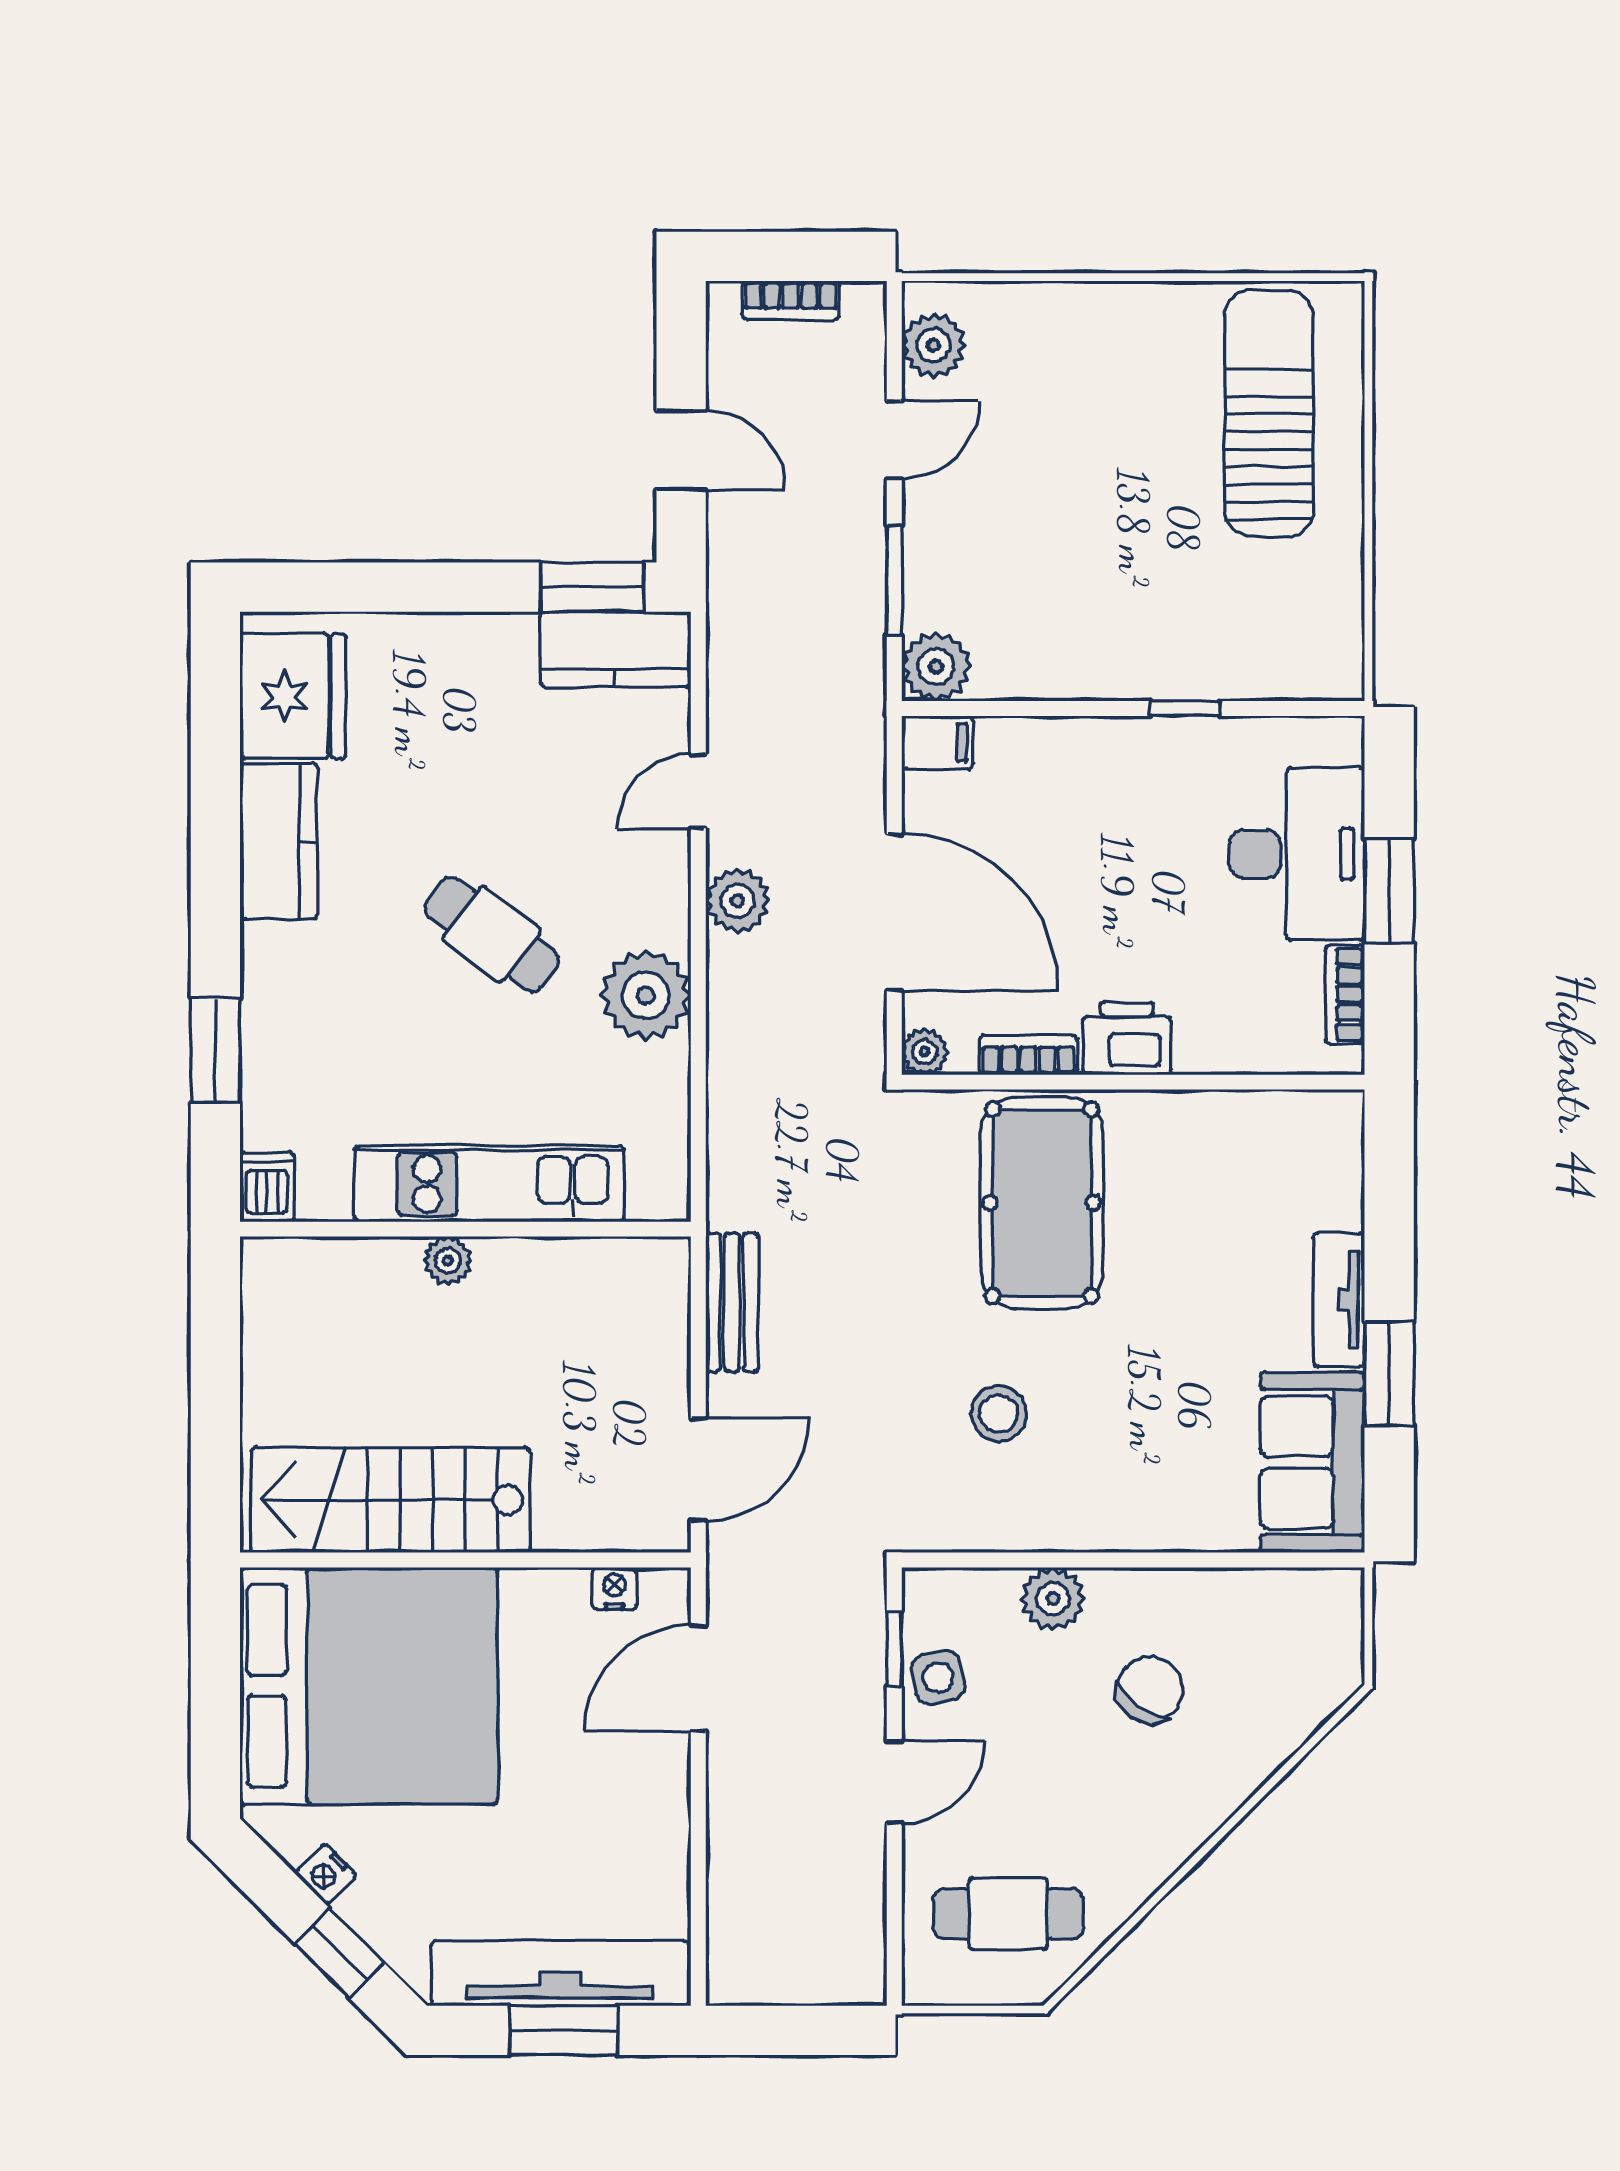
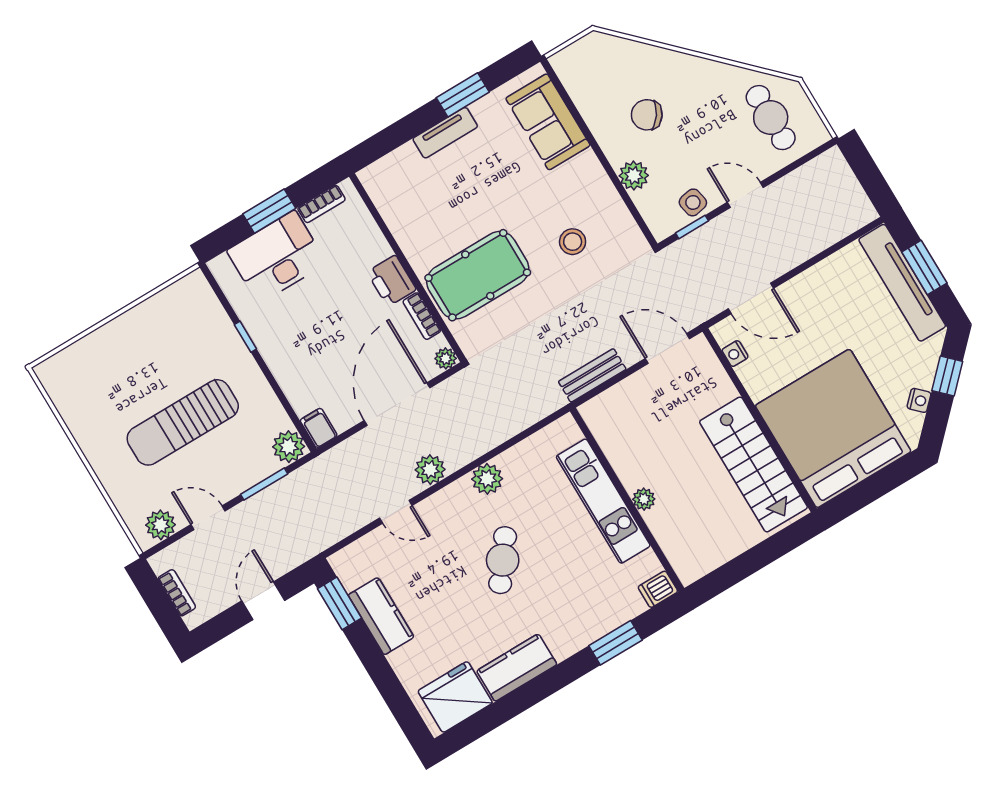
sun lounger: (1269, 414) -> (183, 422), moved
kitchen counter: (615, 649) -> (381, 616), moved
plant: (646, 995) -> (487, 479), width x0.73, depth x0.73
sofa: (1312, 1462) -> (548, 122), moved, turned 90

